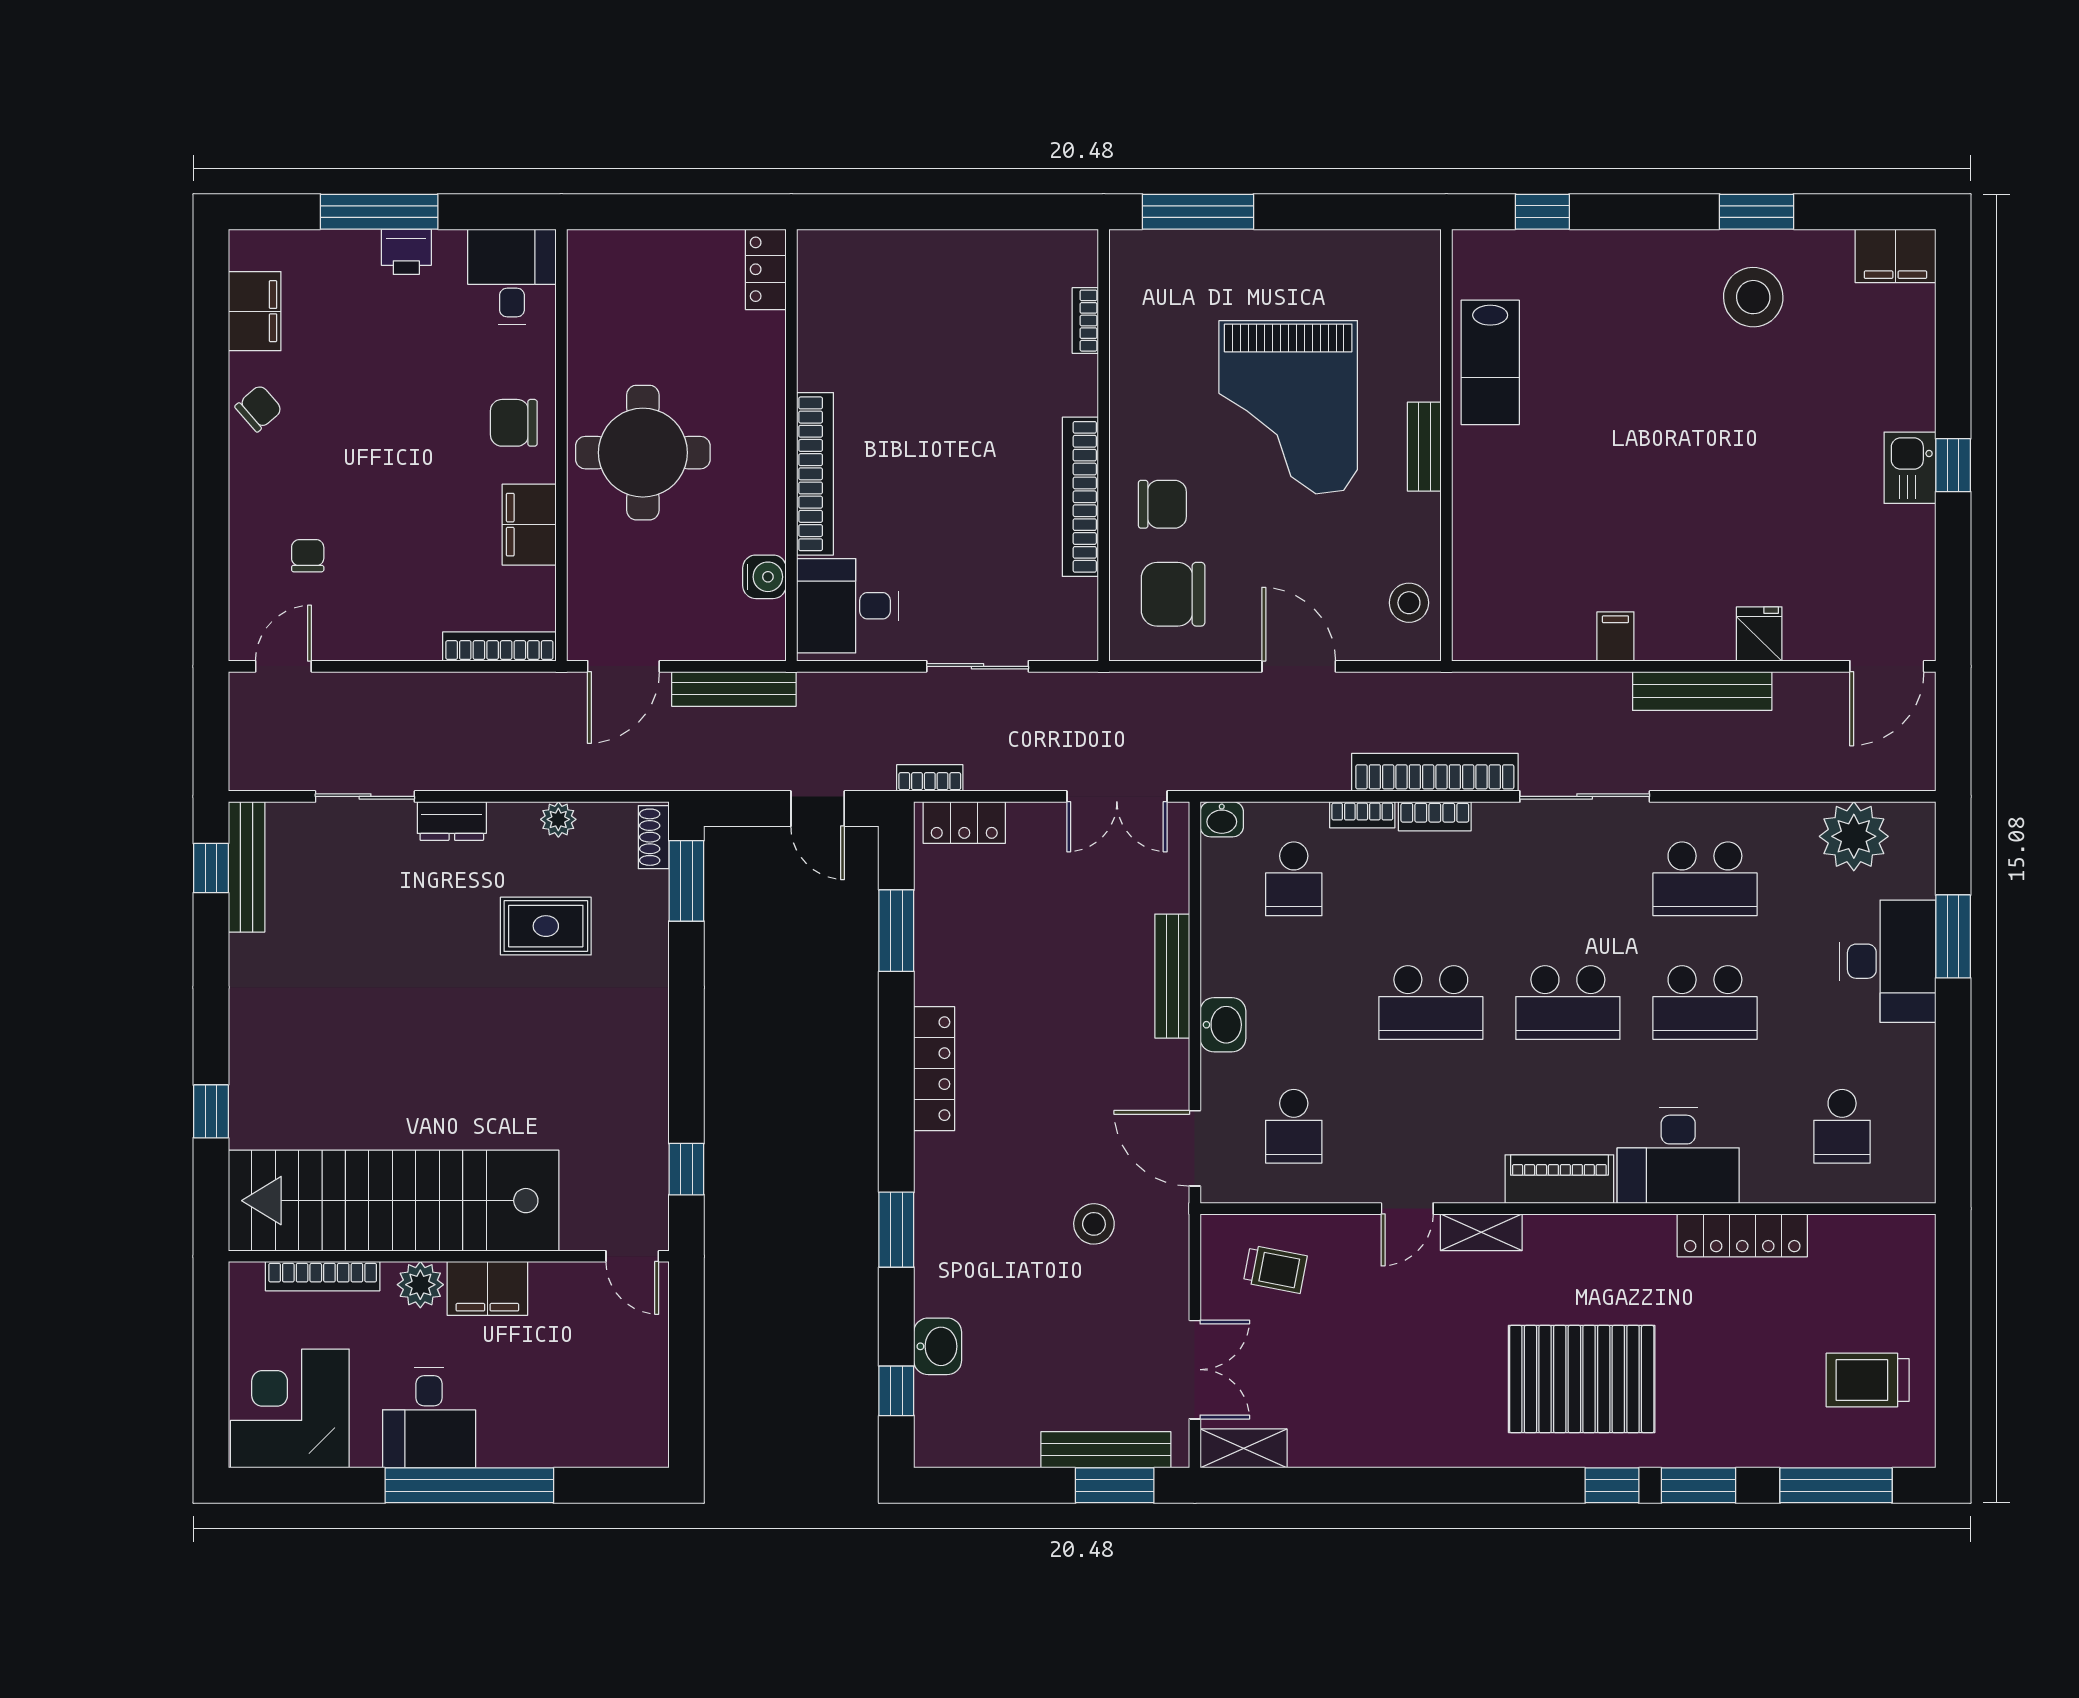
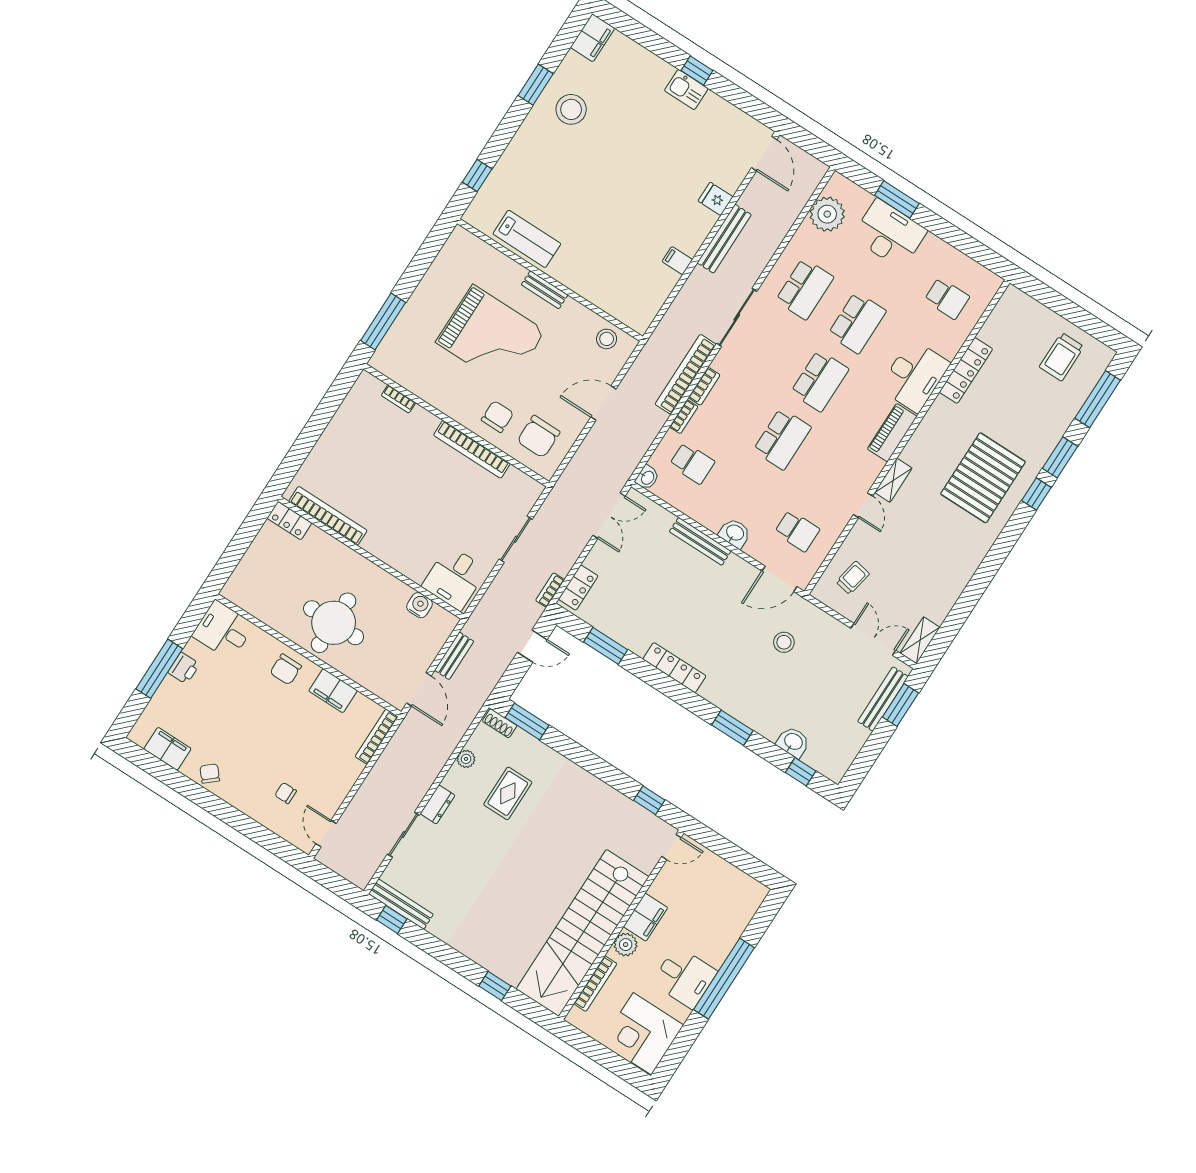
bookcase: (815, 474) -> (328, 516), moved
bench: (734, 689) -> (454, 656), width x0.73

